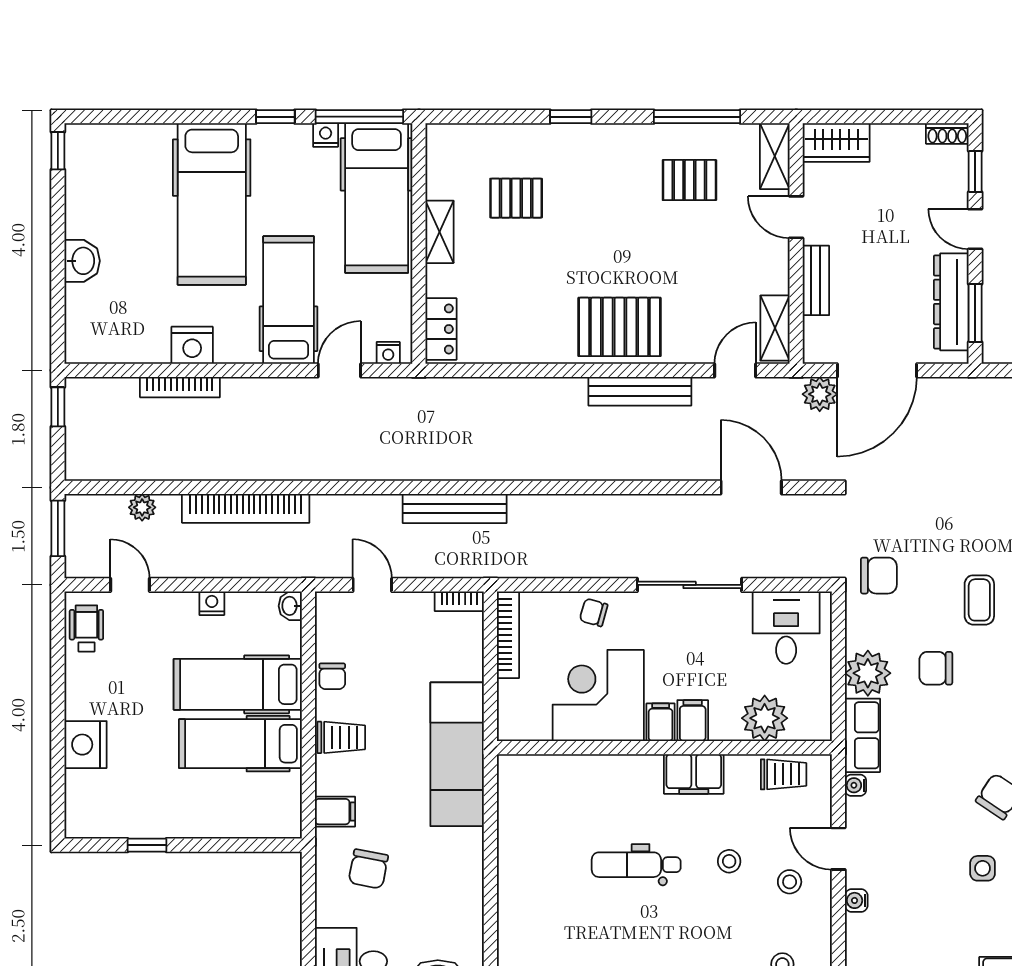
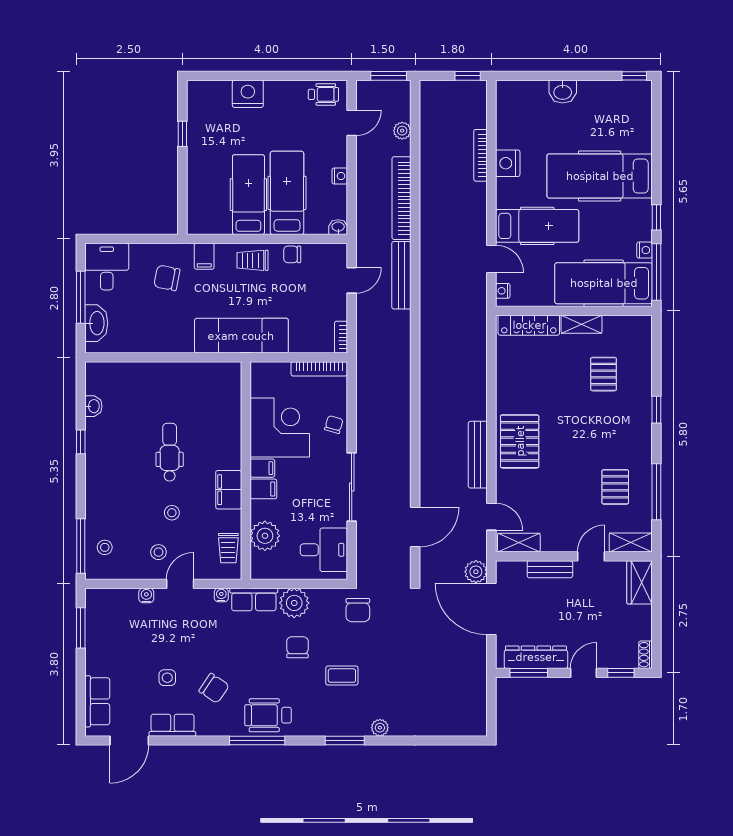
locker: (441, 329) -> (529, 325), width x1.53
bench: (455, 508) -> (401, 275), moved
trolley: (341, 737) -> (252, 260), turned 90

